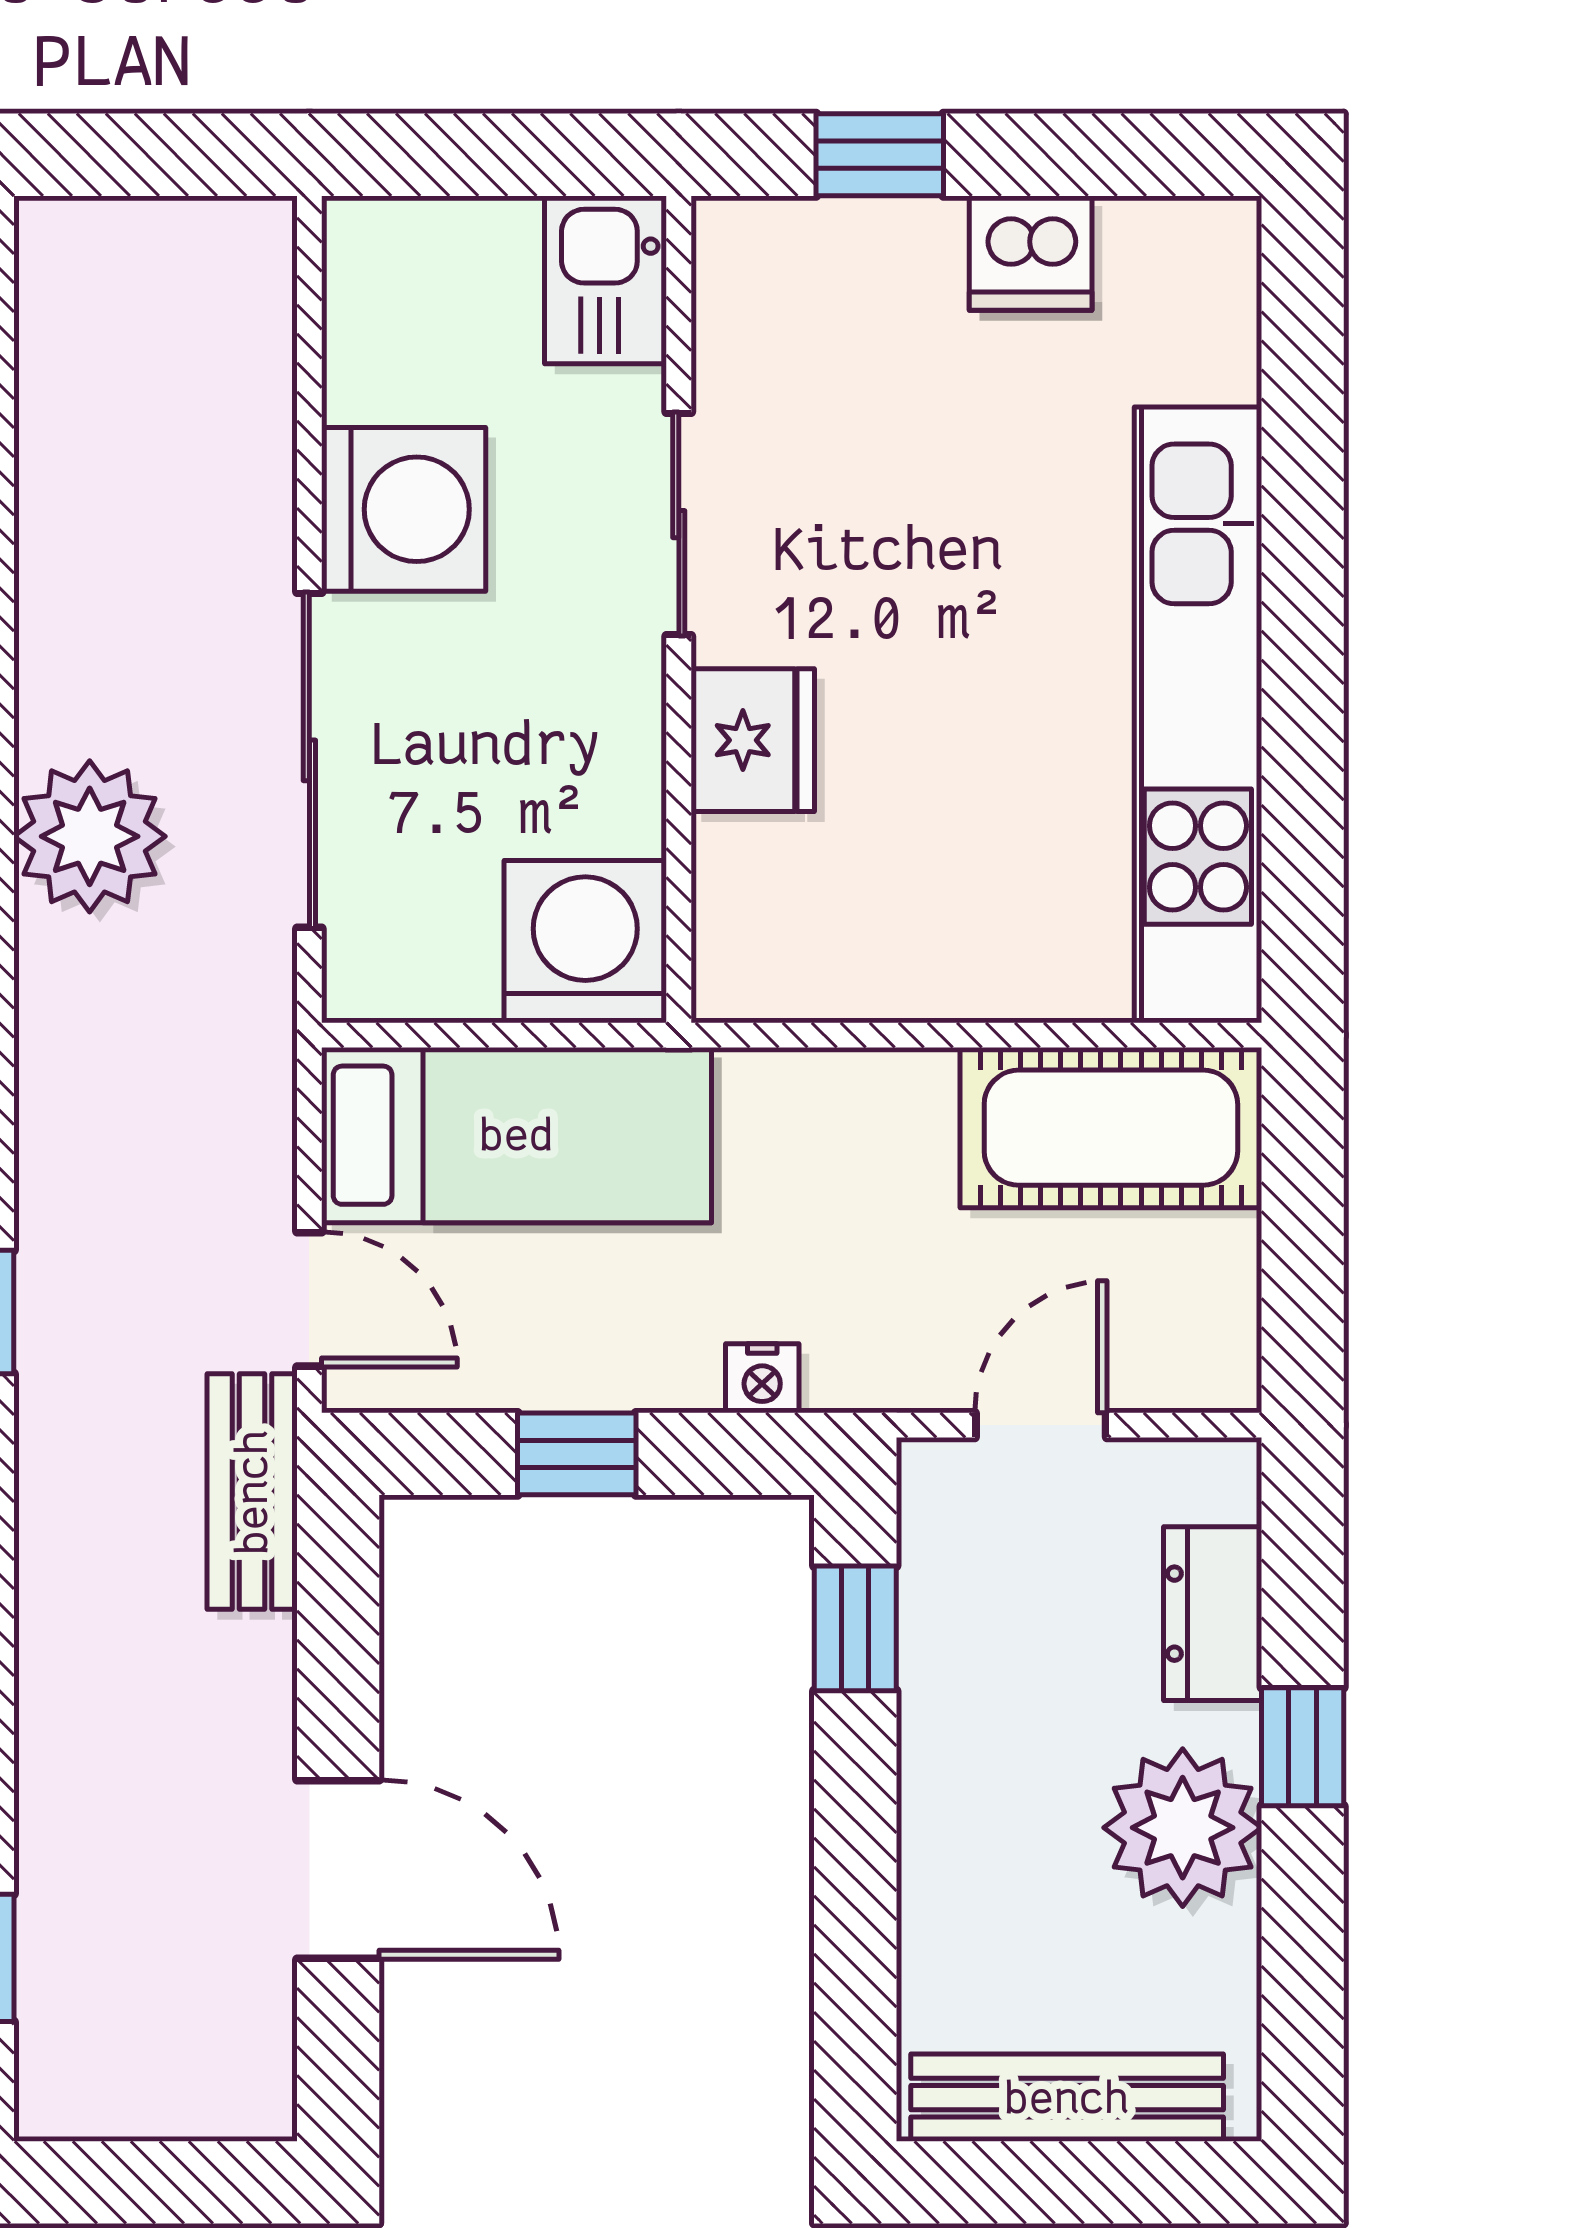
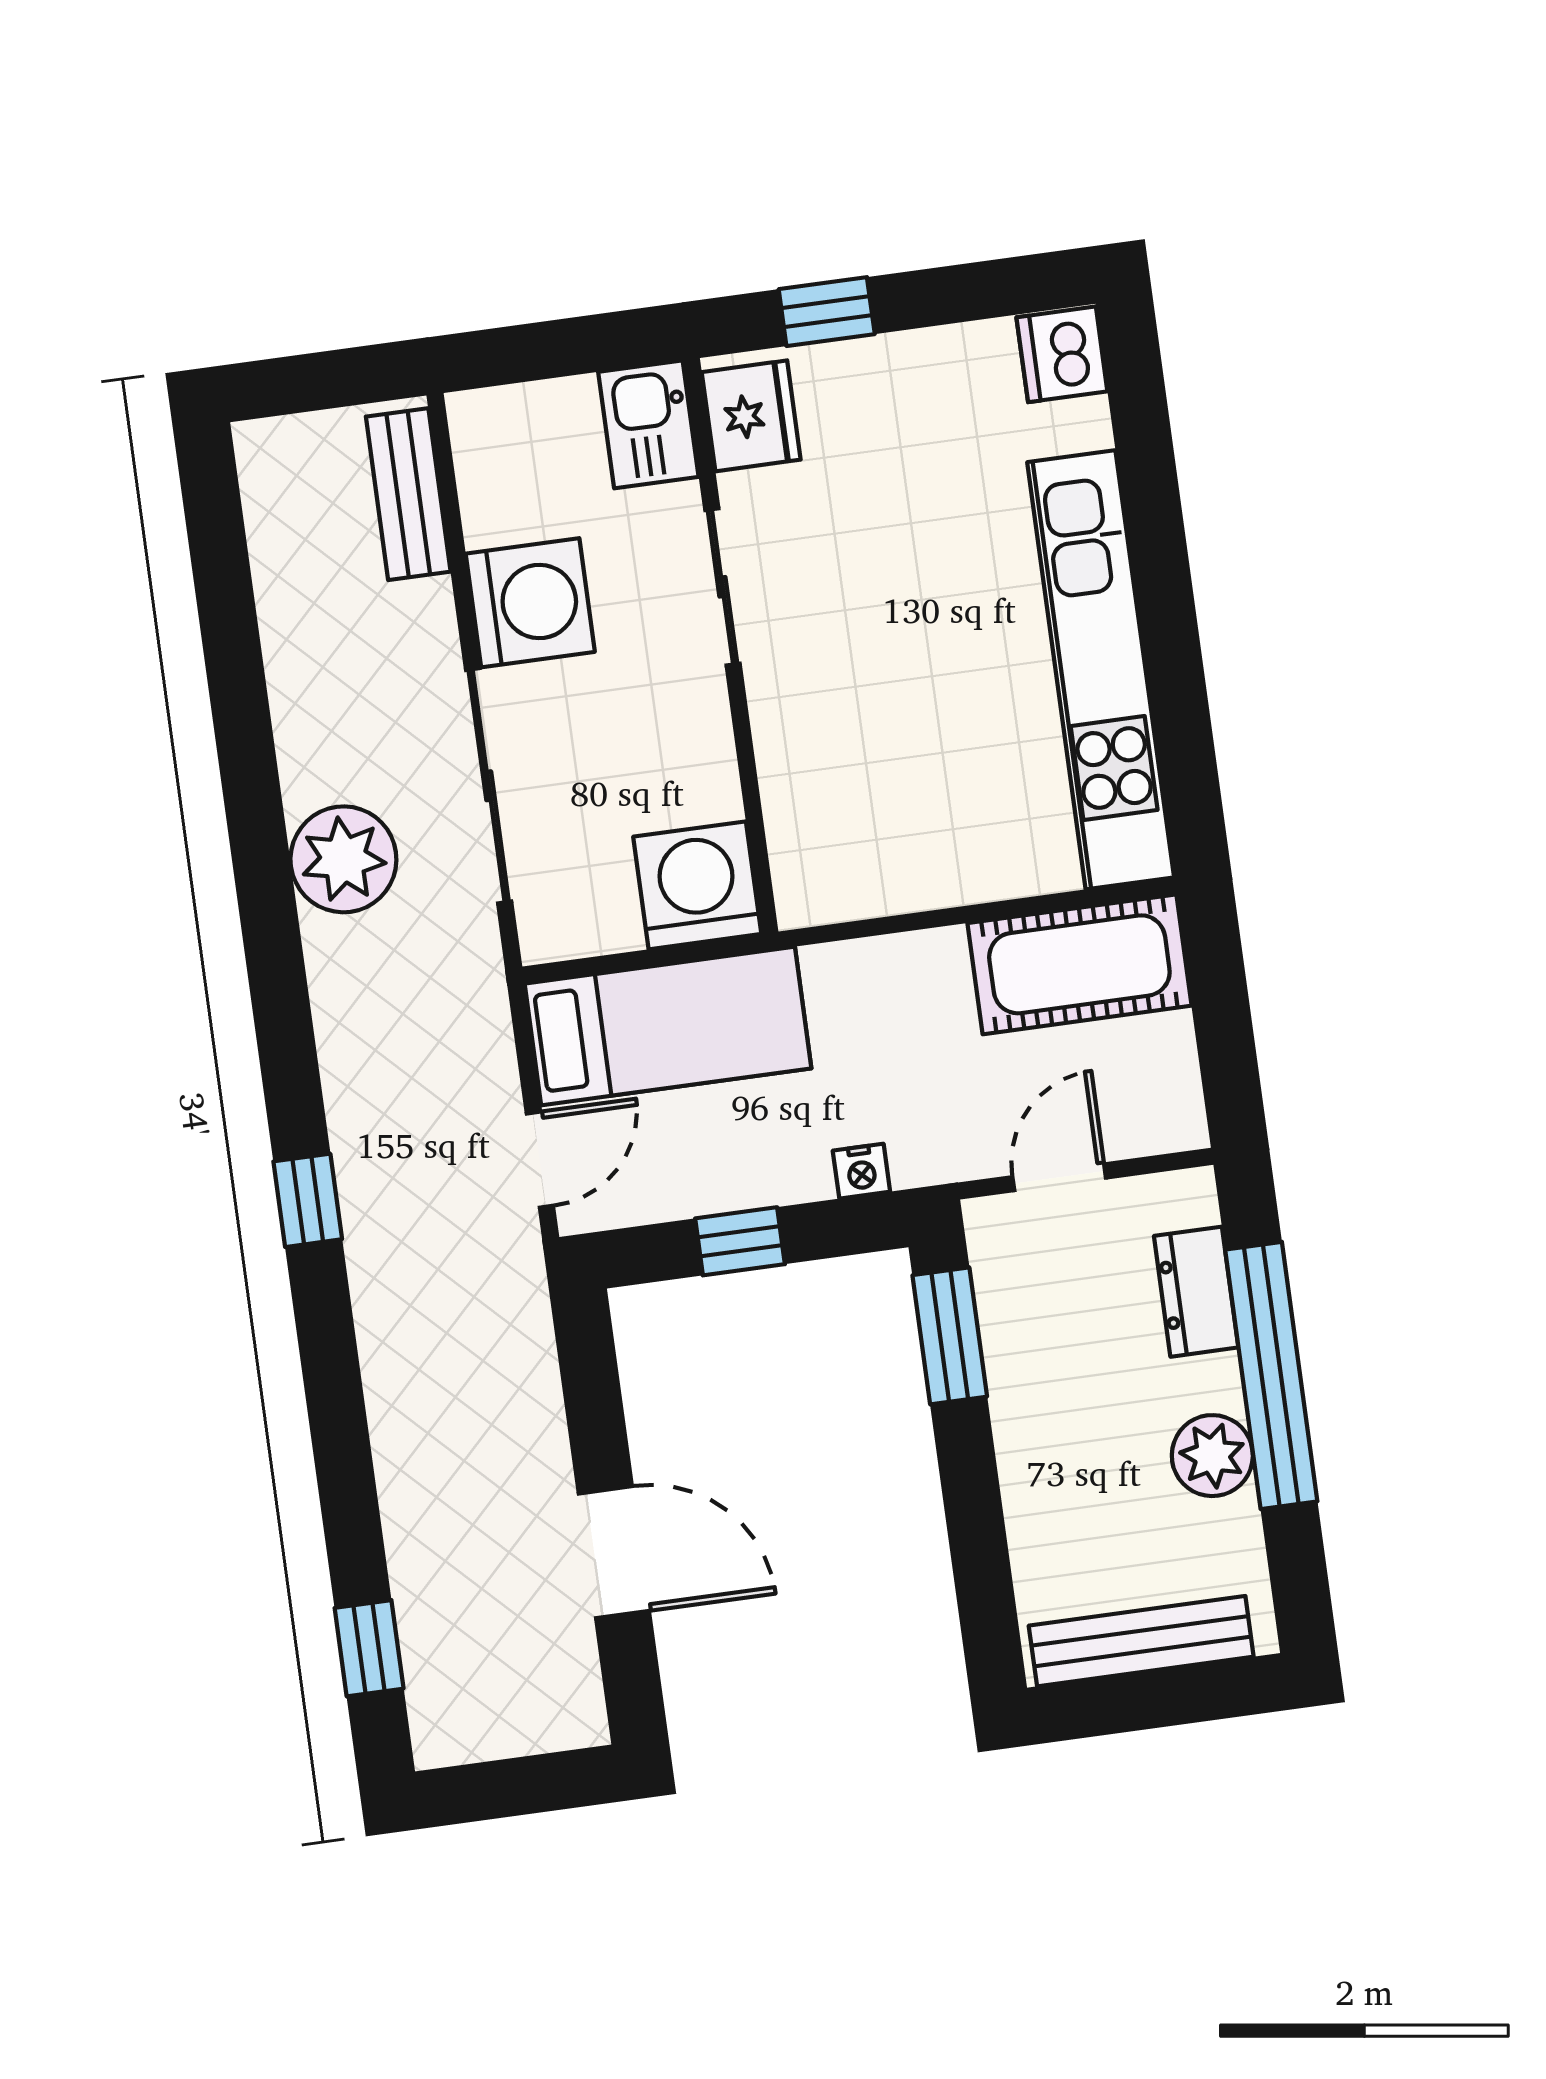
dishwasher: (1031, 253) -> (1062, 354), moved, turned 90
fridge: (753, 740) -> (751, 416), moved
door: (309, 1299) -> (540, 1160), hinge flipped
bench: (252, 1492) -> (408, 494), moved
window: (855, 1628) -> (950, 1336), width x1.50
window: (1303, 1747) -> (1271, 1375), width x3.17
plant: (1183, 1828) -> (1212, 1456), width x0.73, depth x0.73

